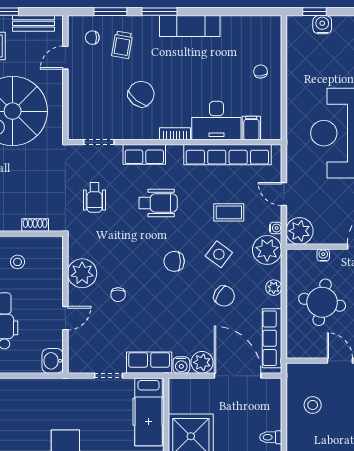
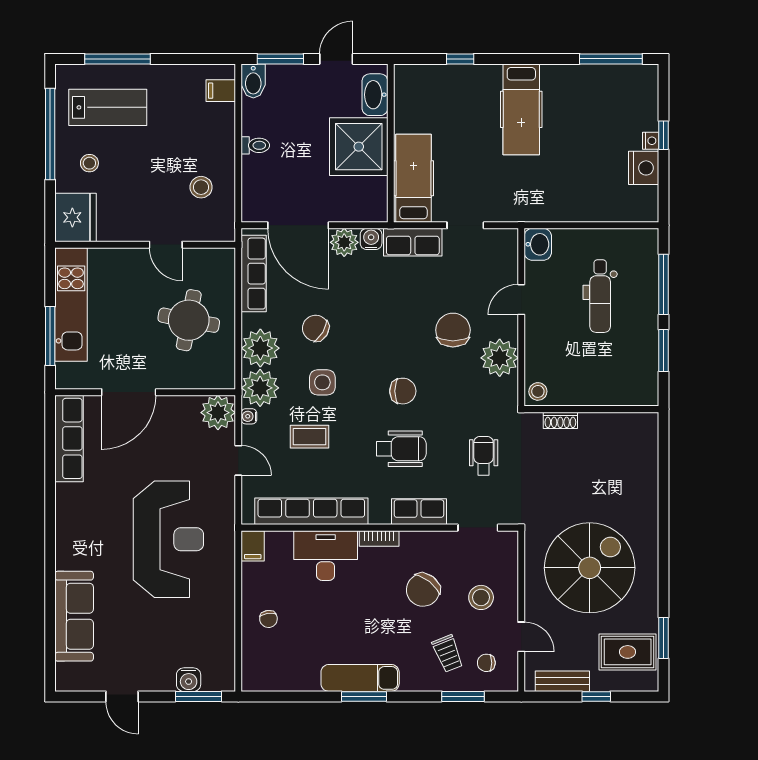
window: (160, 12) -> (364, 696), moved
window: (315, 12) -> (198, 696), width x1.50
chair: (92, 38) -> (486, 663), turned 180
trolley: (122, 45) -> (448, 654), turned 148
door: (65, 58) -> (521, 637), hinge flipped
stool: (96, 88) -> (481, 597), added
filing cabinet: (251, 128) -> (253, 546), moved
wheelchair: (158, 203) -> (401, 449), turned 180
side table: (219, 254) -> (322, 382), turned -37
water cooler: (323, 255) -> (187, 381), removed
chair: (174, 261) -> (403, 391), moved
stool: (18, 262) -> (538, 391), moved
plant: (274, 288) -> (260, 348), width x1.87, depth x1.87
chair: (118, 295) -> (453, 330), width x1.87, depth x1.87

